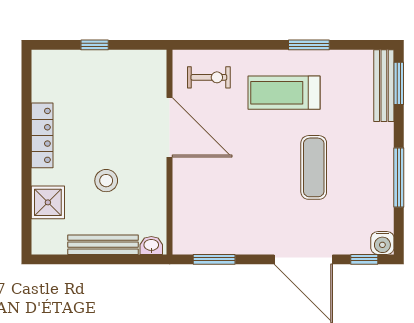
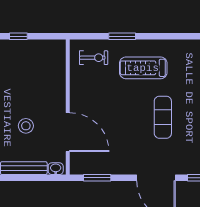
window: (309, 45) -> (122, 36), moved
door: (170, 127) -> (68, 132), moved

